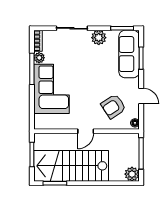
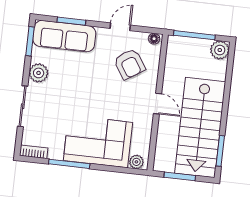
plant: (39, 58) -> (136, 162), moved

